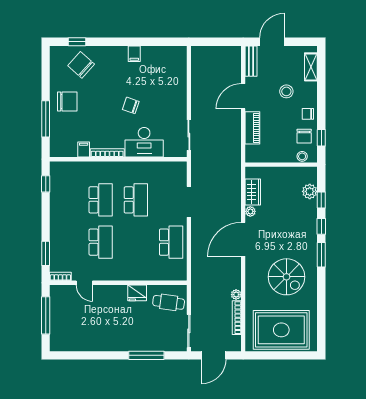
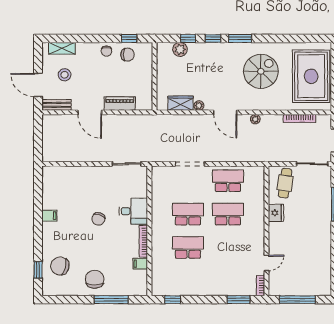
chair: (81, 65) -> (60, 266), turned 63
stool: (286, 91) -> (65, 75), moved
desk: (144, 142) -> (133, 211), width x0.73
stool: (302, 156) -> (147, 57), removed
door: (243, 239) -> (225, 112), width x0.73
school desk: (101, 242) -> (228, 214), moved
plant: (236, 295) -> (255, 119), moved

